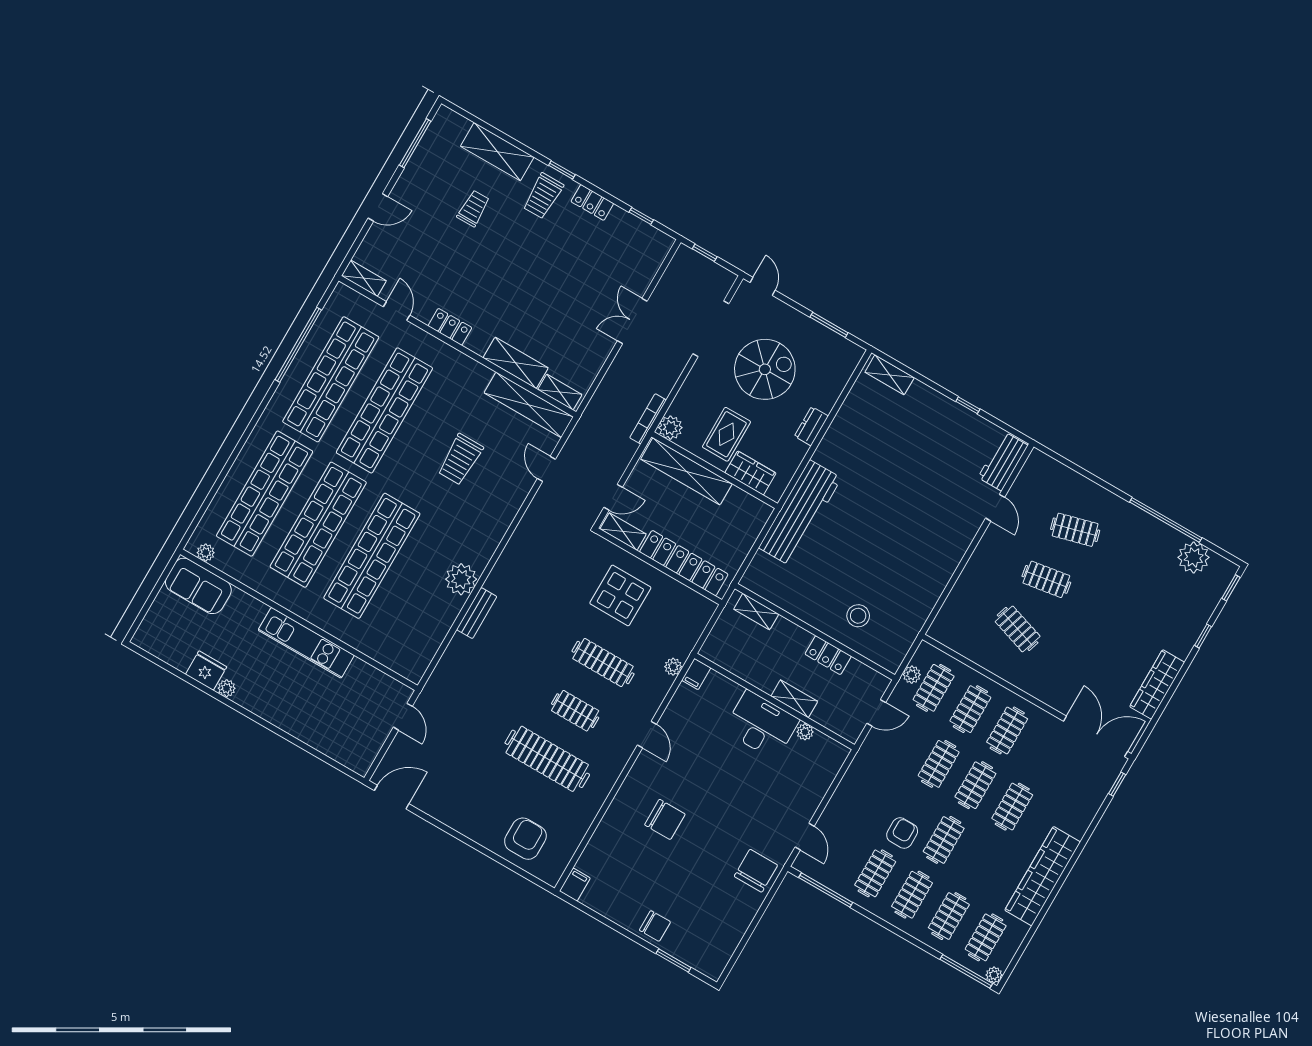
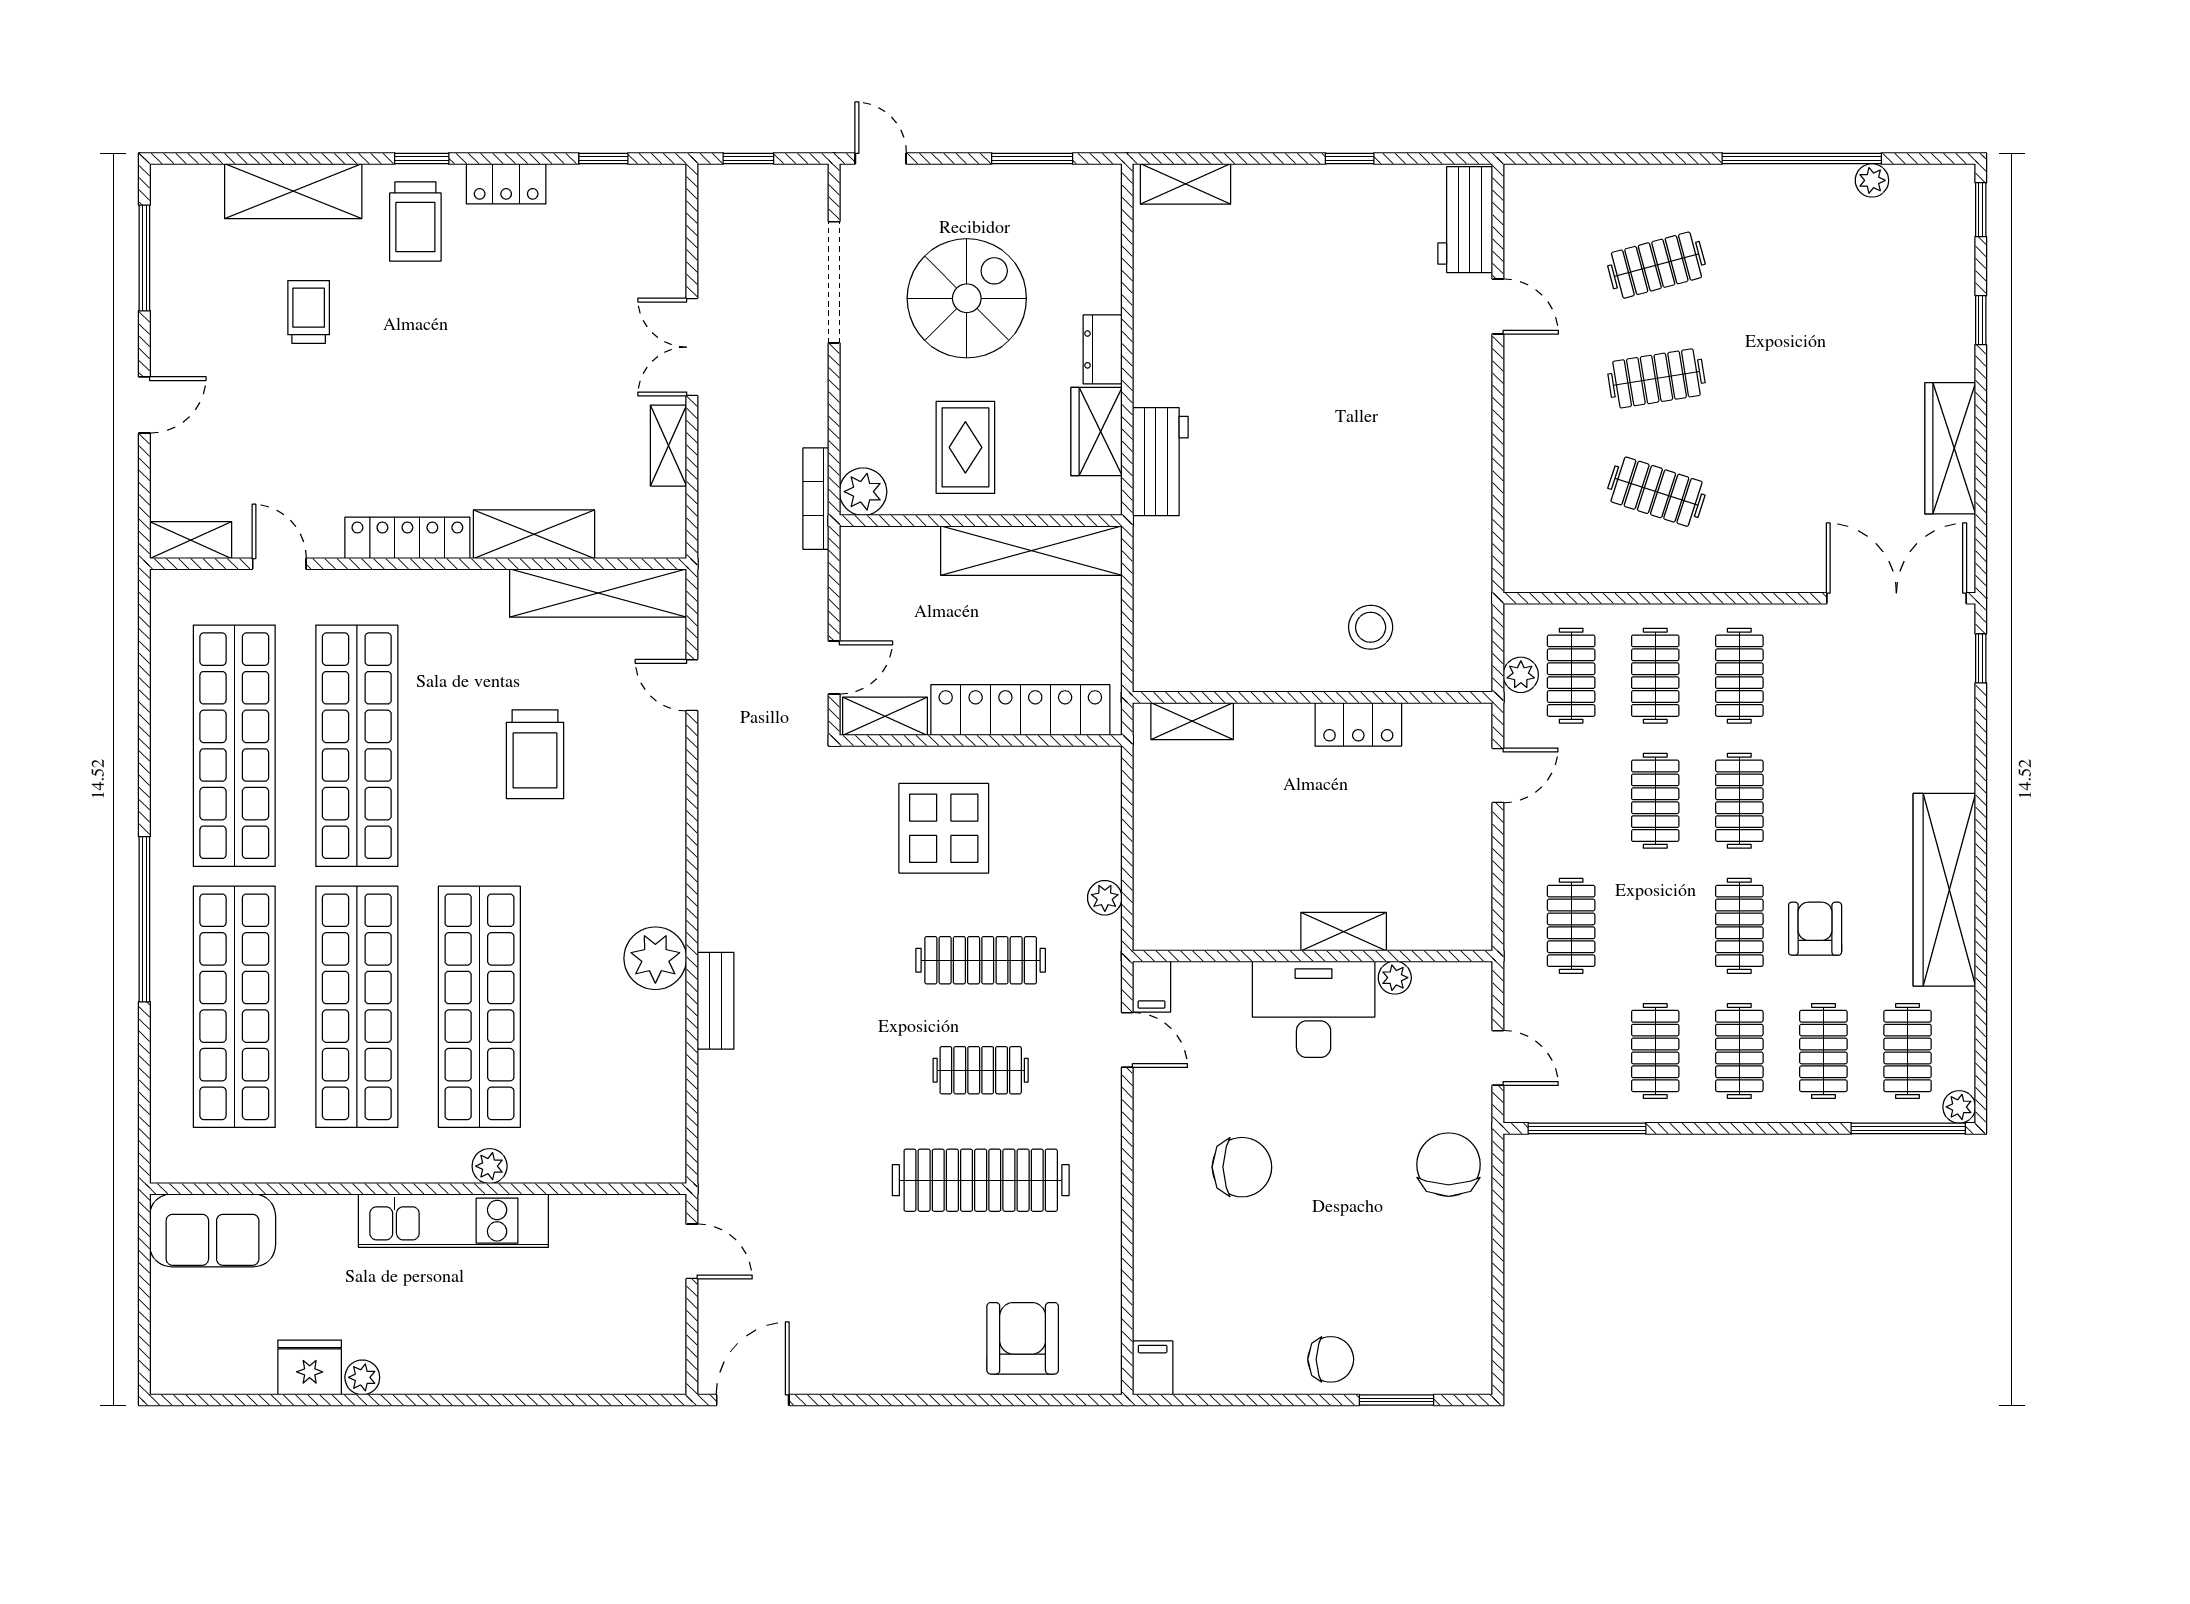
locker: (450, 327) -> (407, 538), width x1.53
window: (298, 345) -> (144, 919), moved
shelving: (560, 392) -> (668, 446), moved, turned 90
shelving: (686, 471) -> (1031, 551), moved
wardrobe: (750, 473) -> (1096, 432), moved, turned -90
workbench: (800, 513) -> (1160, 462), width x0.53, depth x0.76
plant: (206, 553) -> (490, 1166), moved
plant: (1194, 557) -> (1872, 180), width x0.53, depth x0.53
filing cabinet: (696, 674) -> (1151, 987), moved
shelving: (794, 699) -> (1344, 932), moved
wall: (774, 702) -> (1313, 956), moved
desk: (761, 725) -> (1314, 1009), moved
plant: (805, 732) -> (1395, 978), moved
clothes rail: (1012, 807) -> (1571, 926), moved
armchair: (902, 833) -> (1815, 929), moved

